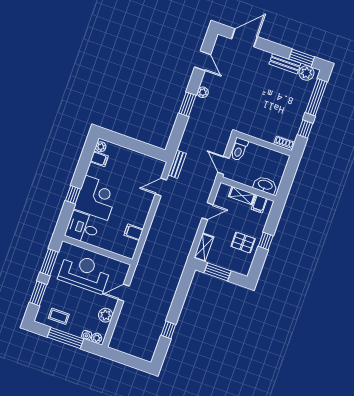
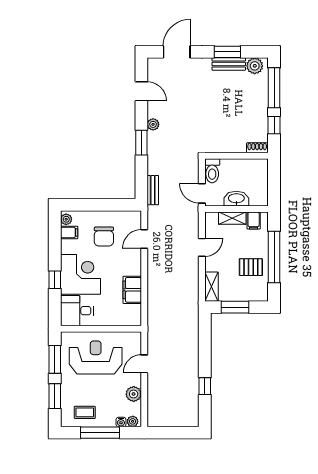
window: (302, 58) -> (227, 52), moved
bench: (177, 164) -> (153, 190), moved
chair: (127, 173) -> (104, 237), added
washbasin: (265, 185) -> (236, 199), moved
filing cabinet: (134, 232) -> (132, 290), width x2.00
window: (266, 241) -> (274, 257), width x3.17

